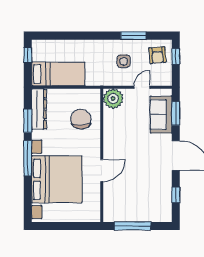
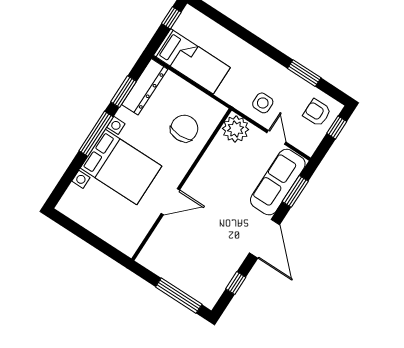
armchair: (157, 55) -> (317, 113), turned 95
side table: (124, 61) -> (263, 103), moved
door: (142, 87) -> (276, 137), hinge flipped
sofa: (161, 115) -> (278, 182), width x1.36
bed with nightstands: (57, 179) -> (121, 167), width x0.73
window: (133, 226) -> (179, 296), moved

